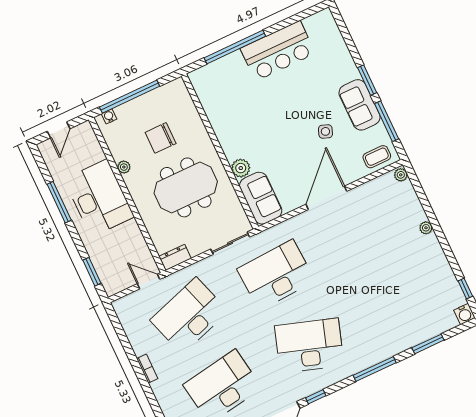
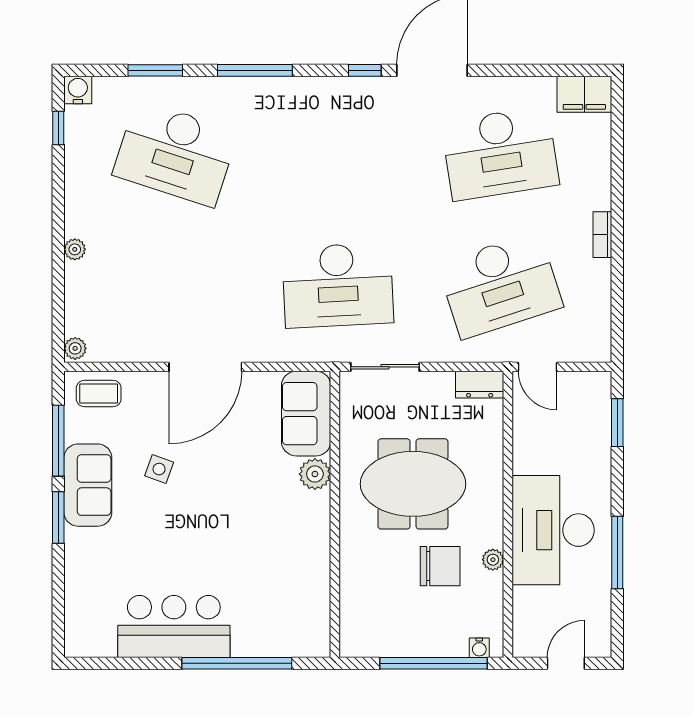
chair: (161, 138) -> (440, 566), moved
desk: (309, 345) -> (175, 153), moved

